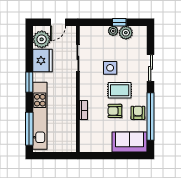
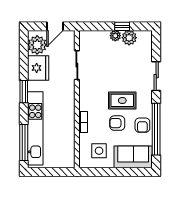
side table: (110, 68) -> (99, 151), moved
armchair: (138, 113) -> (142, 125), turned 180

